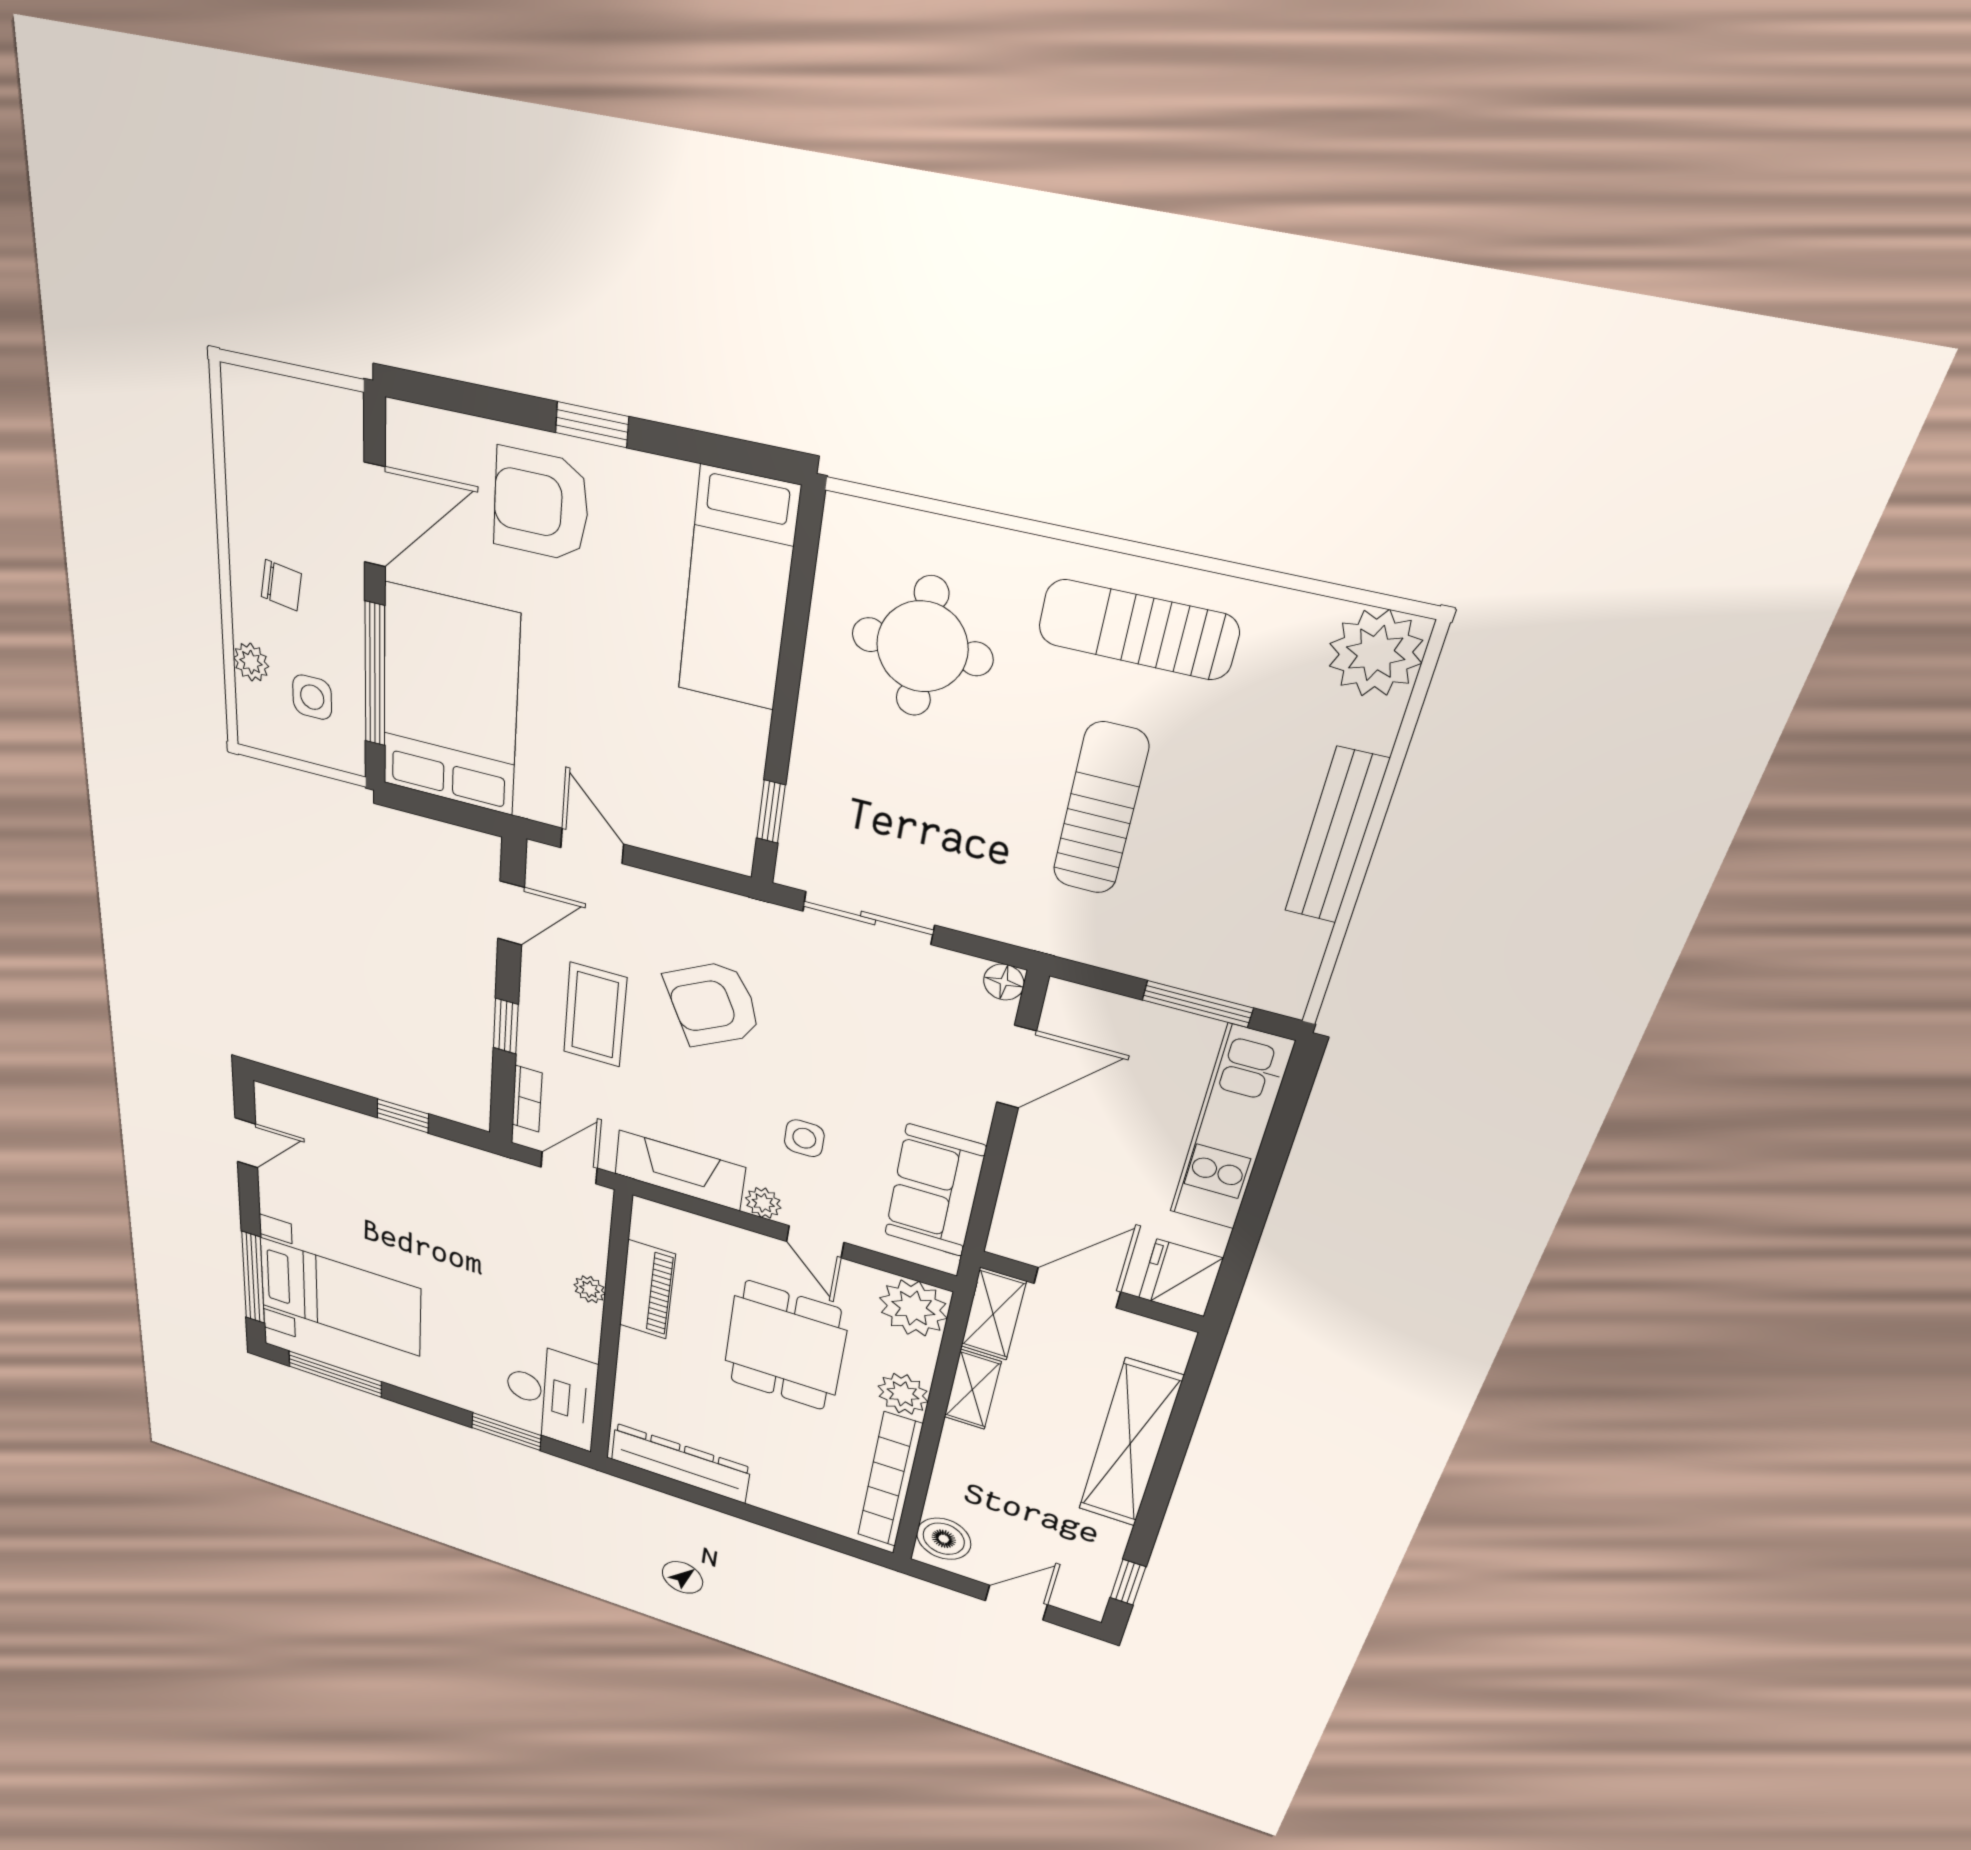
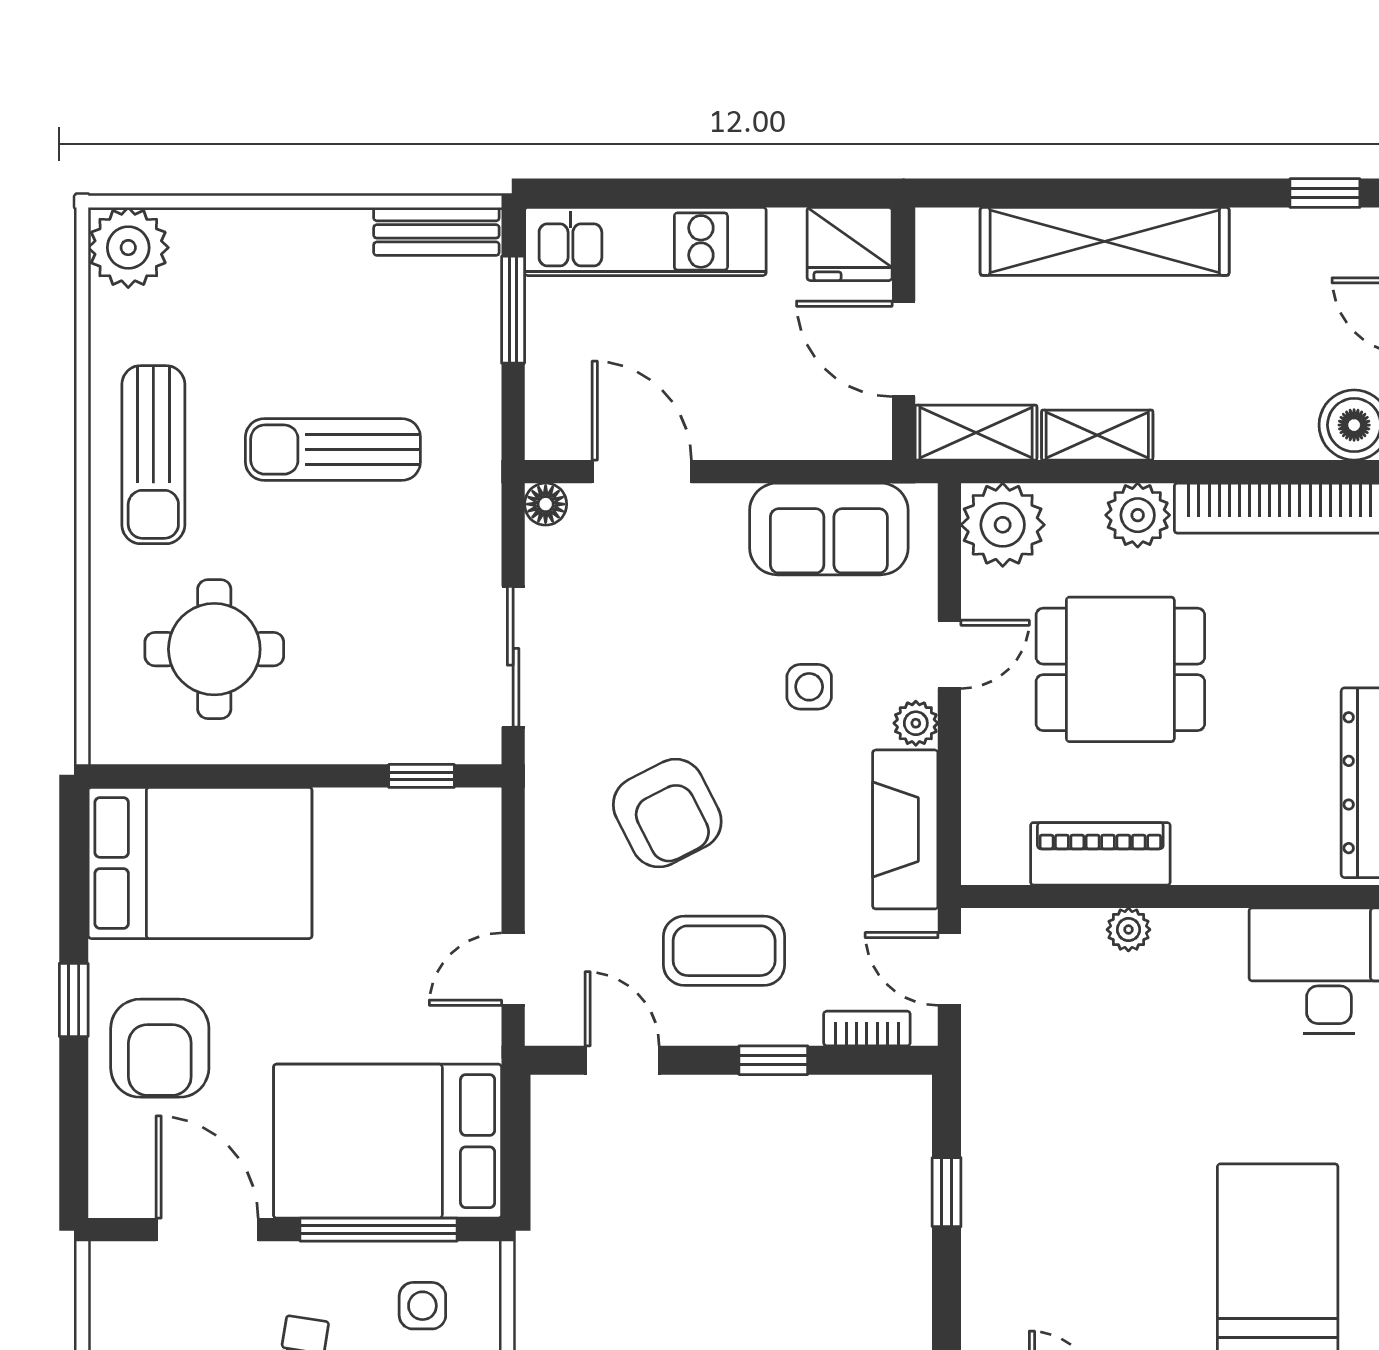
bed: (738, 590) -> (200, 863), width x1.50
bench: (1336, 836) -> (436, 231), moved, width x0.73

